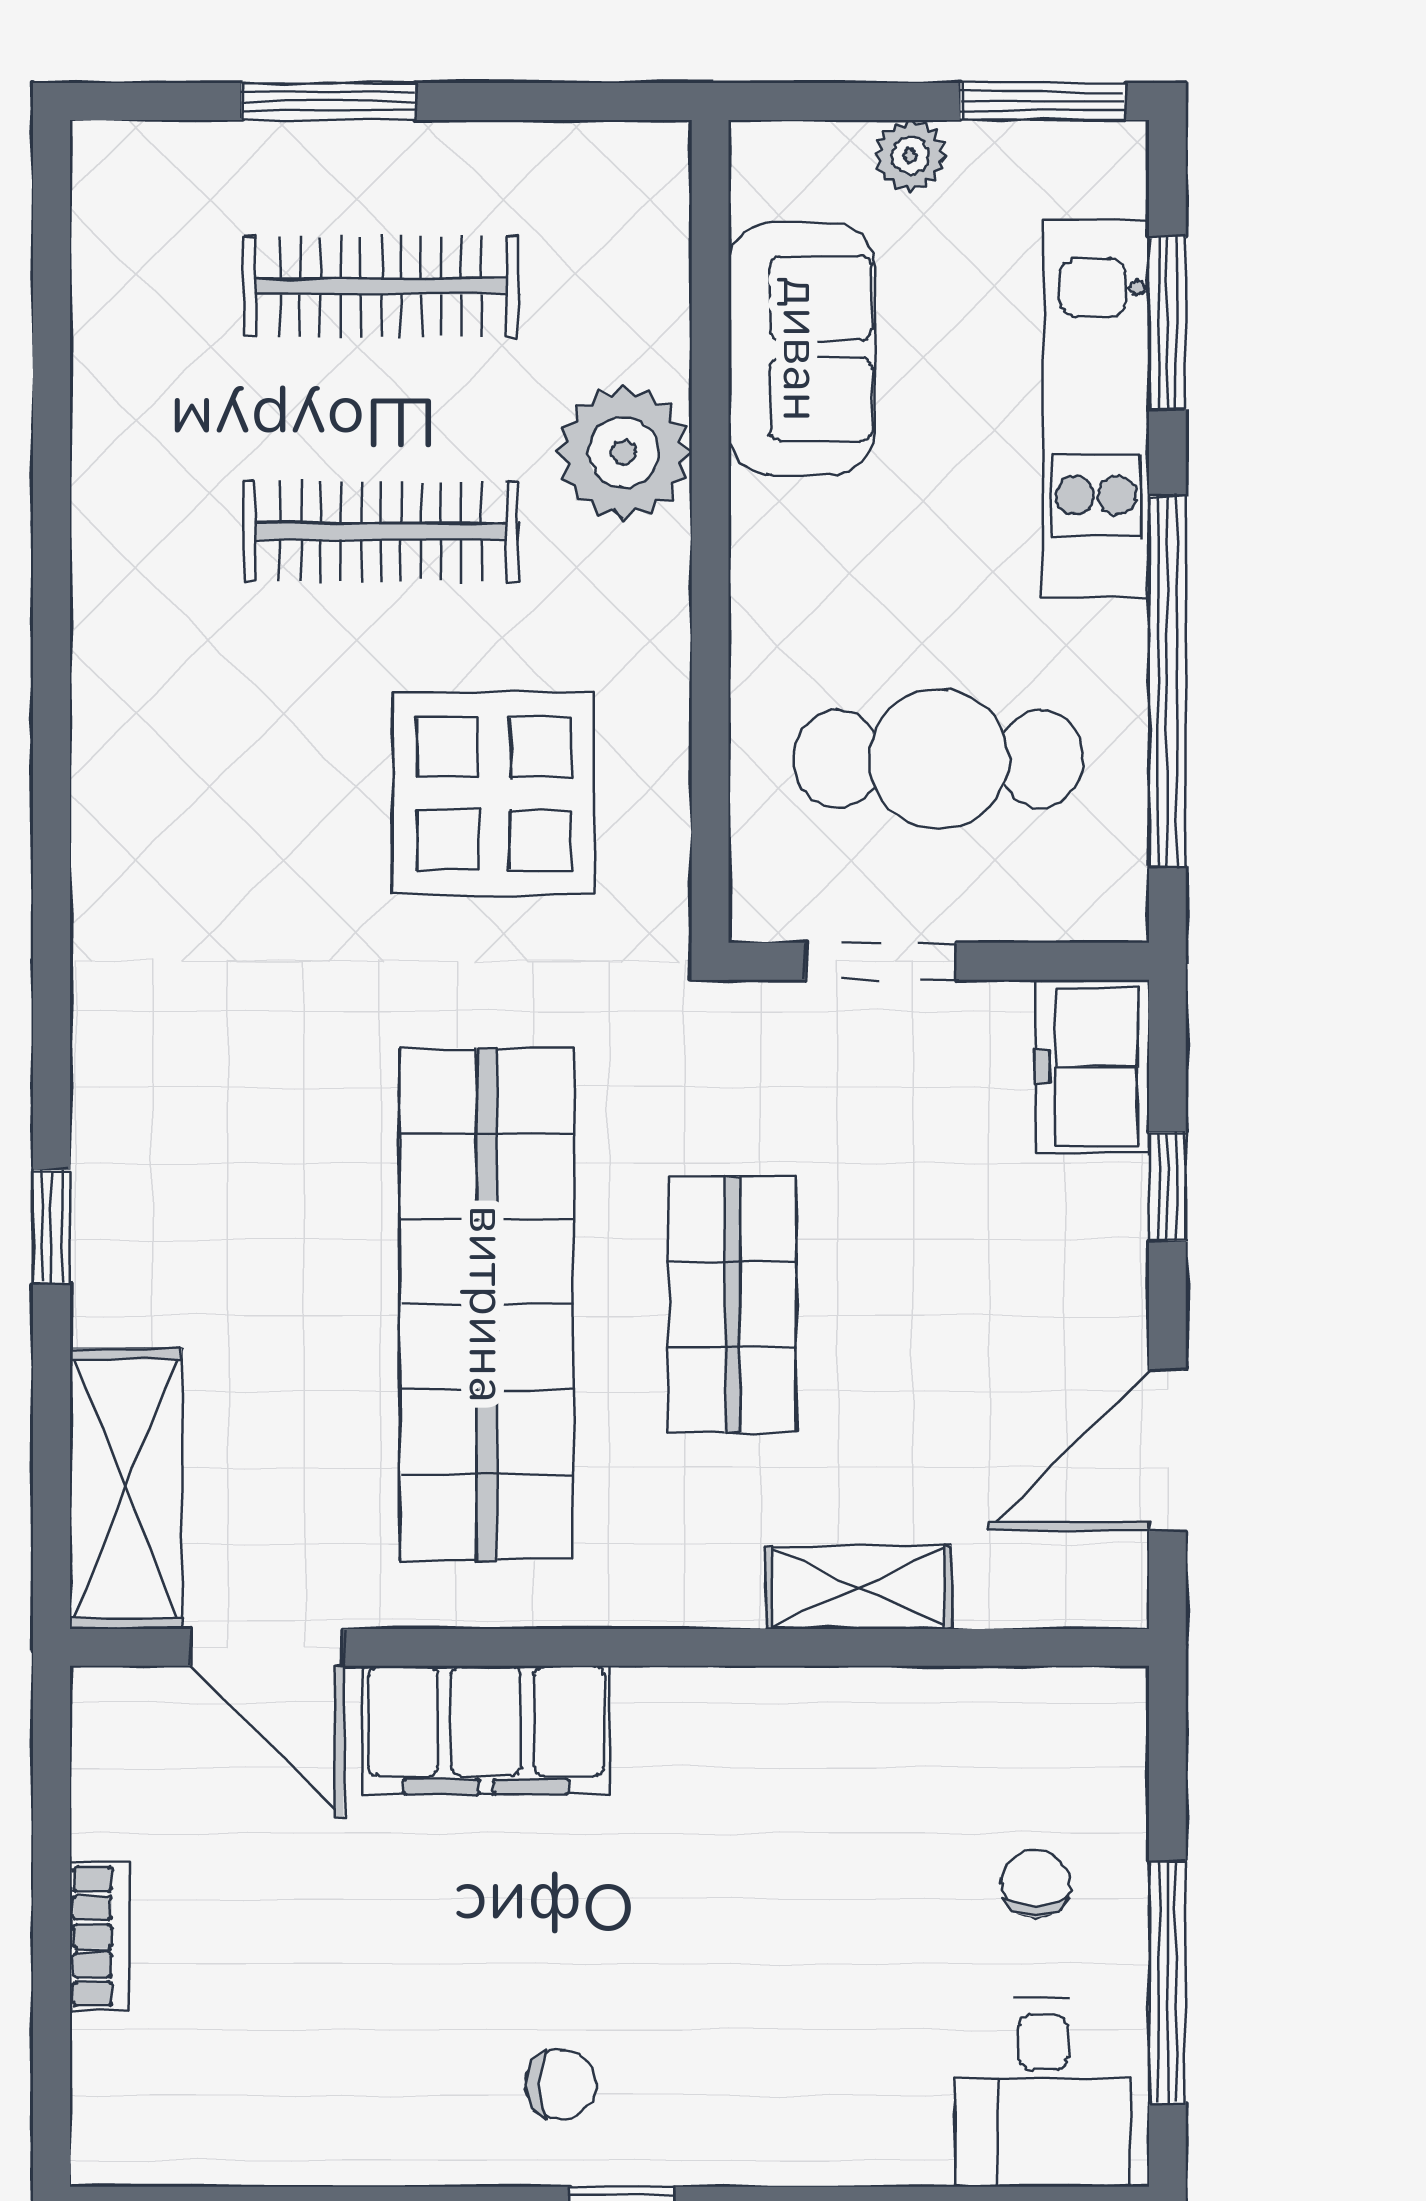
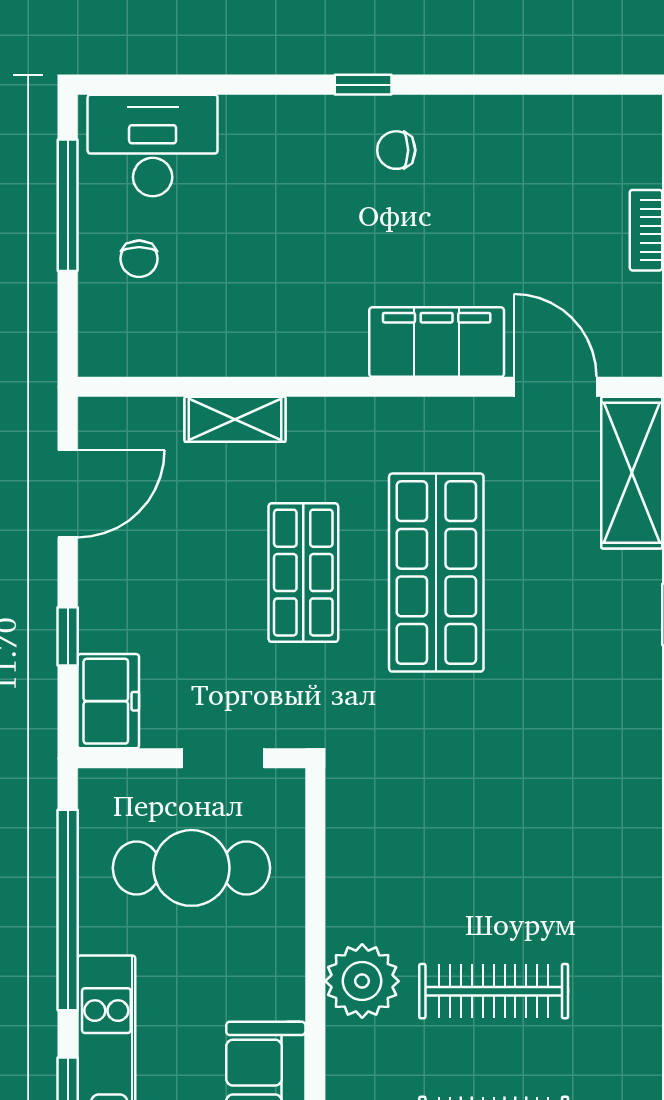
plant: (624, 453) -> (362, 981), moved
display table: (494, 794) -> (432, 849), removed
shop shelf: (487, 1304) -> (436, 573), width x0.71
desk: (1043, 2093) -> (153, 145), width x1.37

